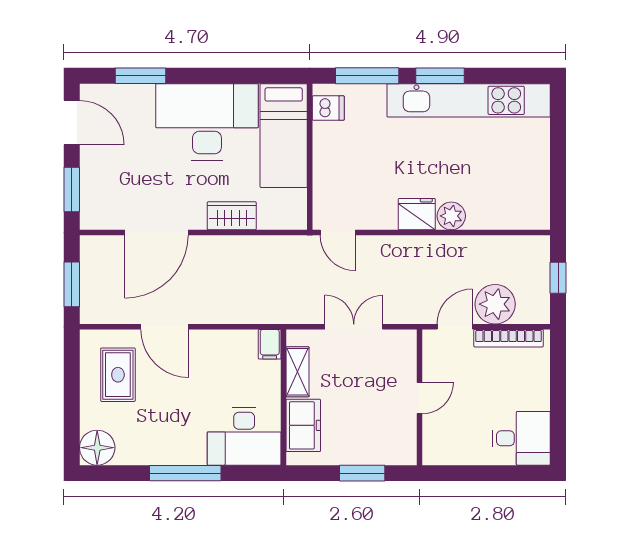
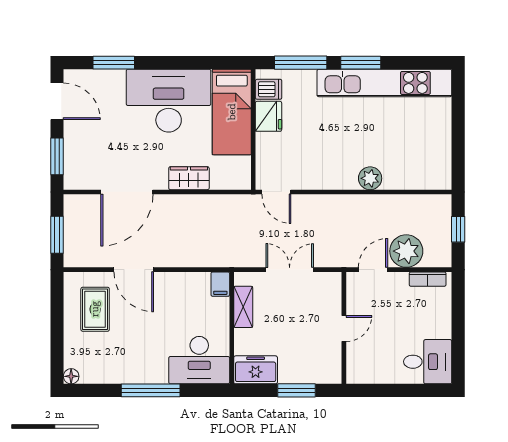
fridge: (417, 214) -> (269, 116), moved, turned 90
bookcase: (509, 338) -> (428, 279), width x0.64
freezer: (303, 425) -> (256, 370), moved, turned -90
floor lamp: (97, 448) -> (71, 376), width x0.53, depth x0.53

